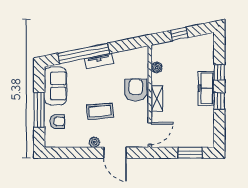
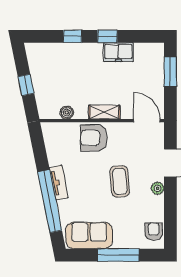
freezer: (206, 88) -> (118, 52), moved, width x0.71
armchair: (57, 121) -> (154, 231), moved

